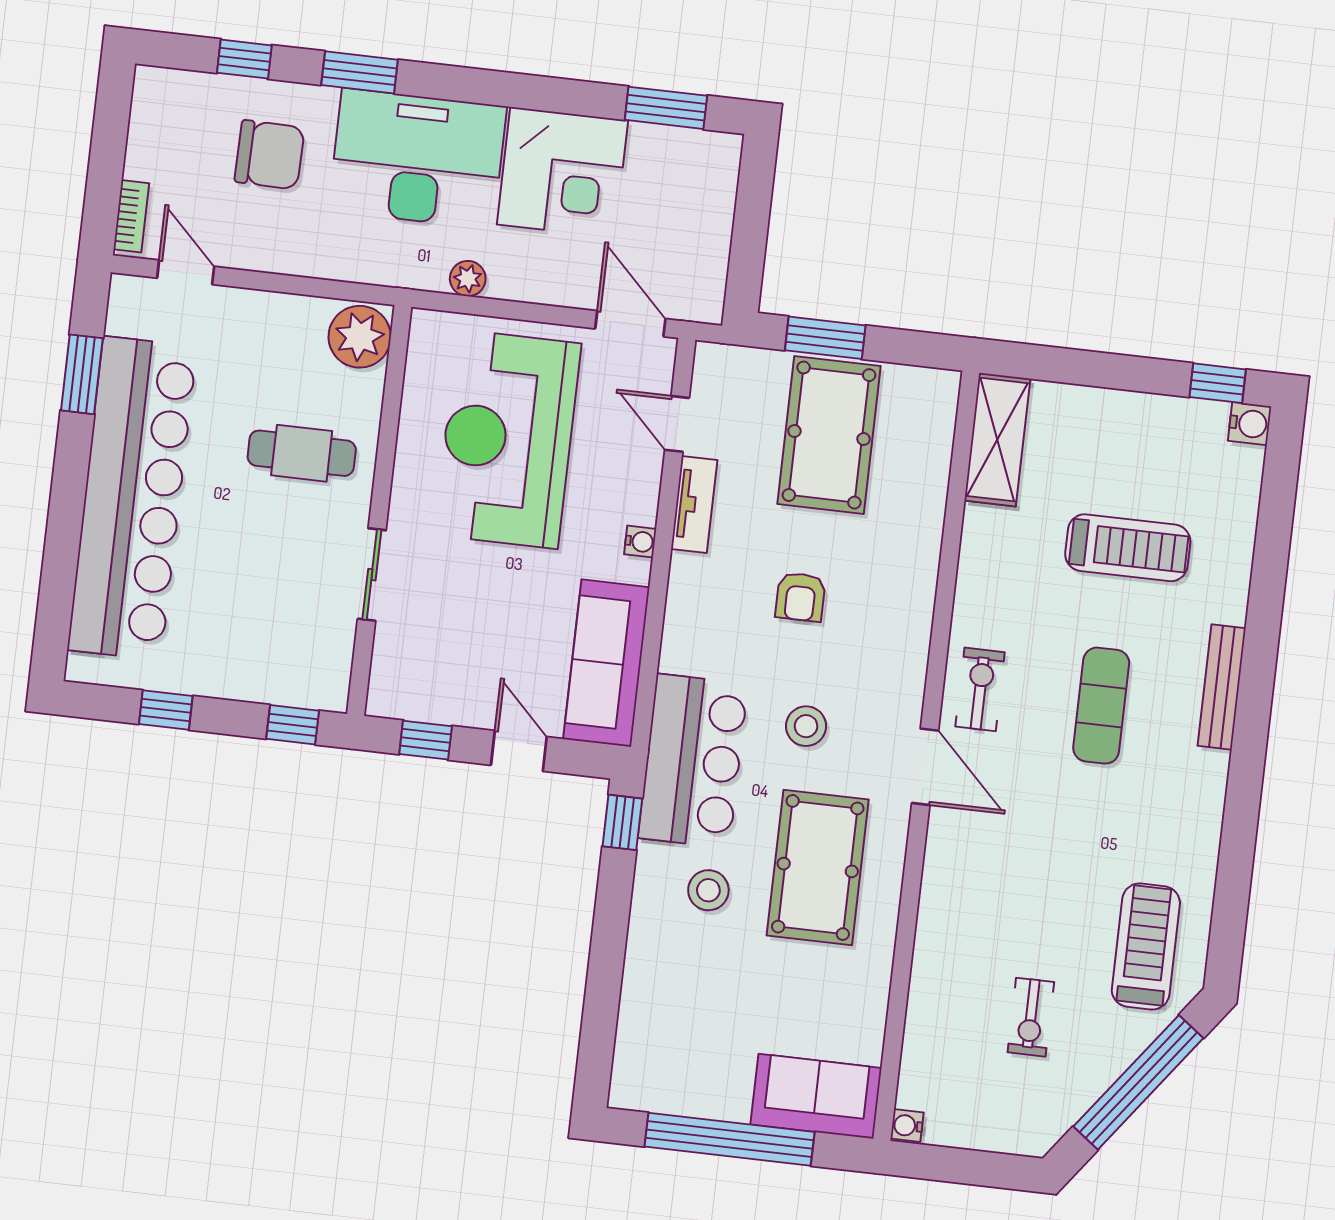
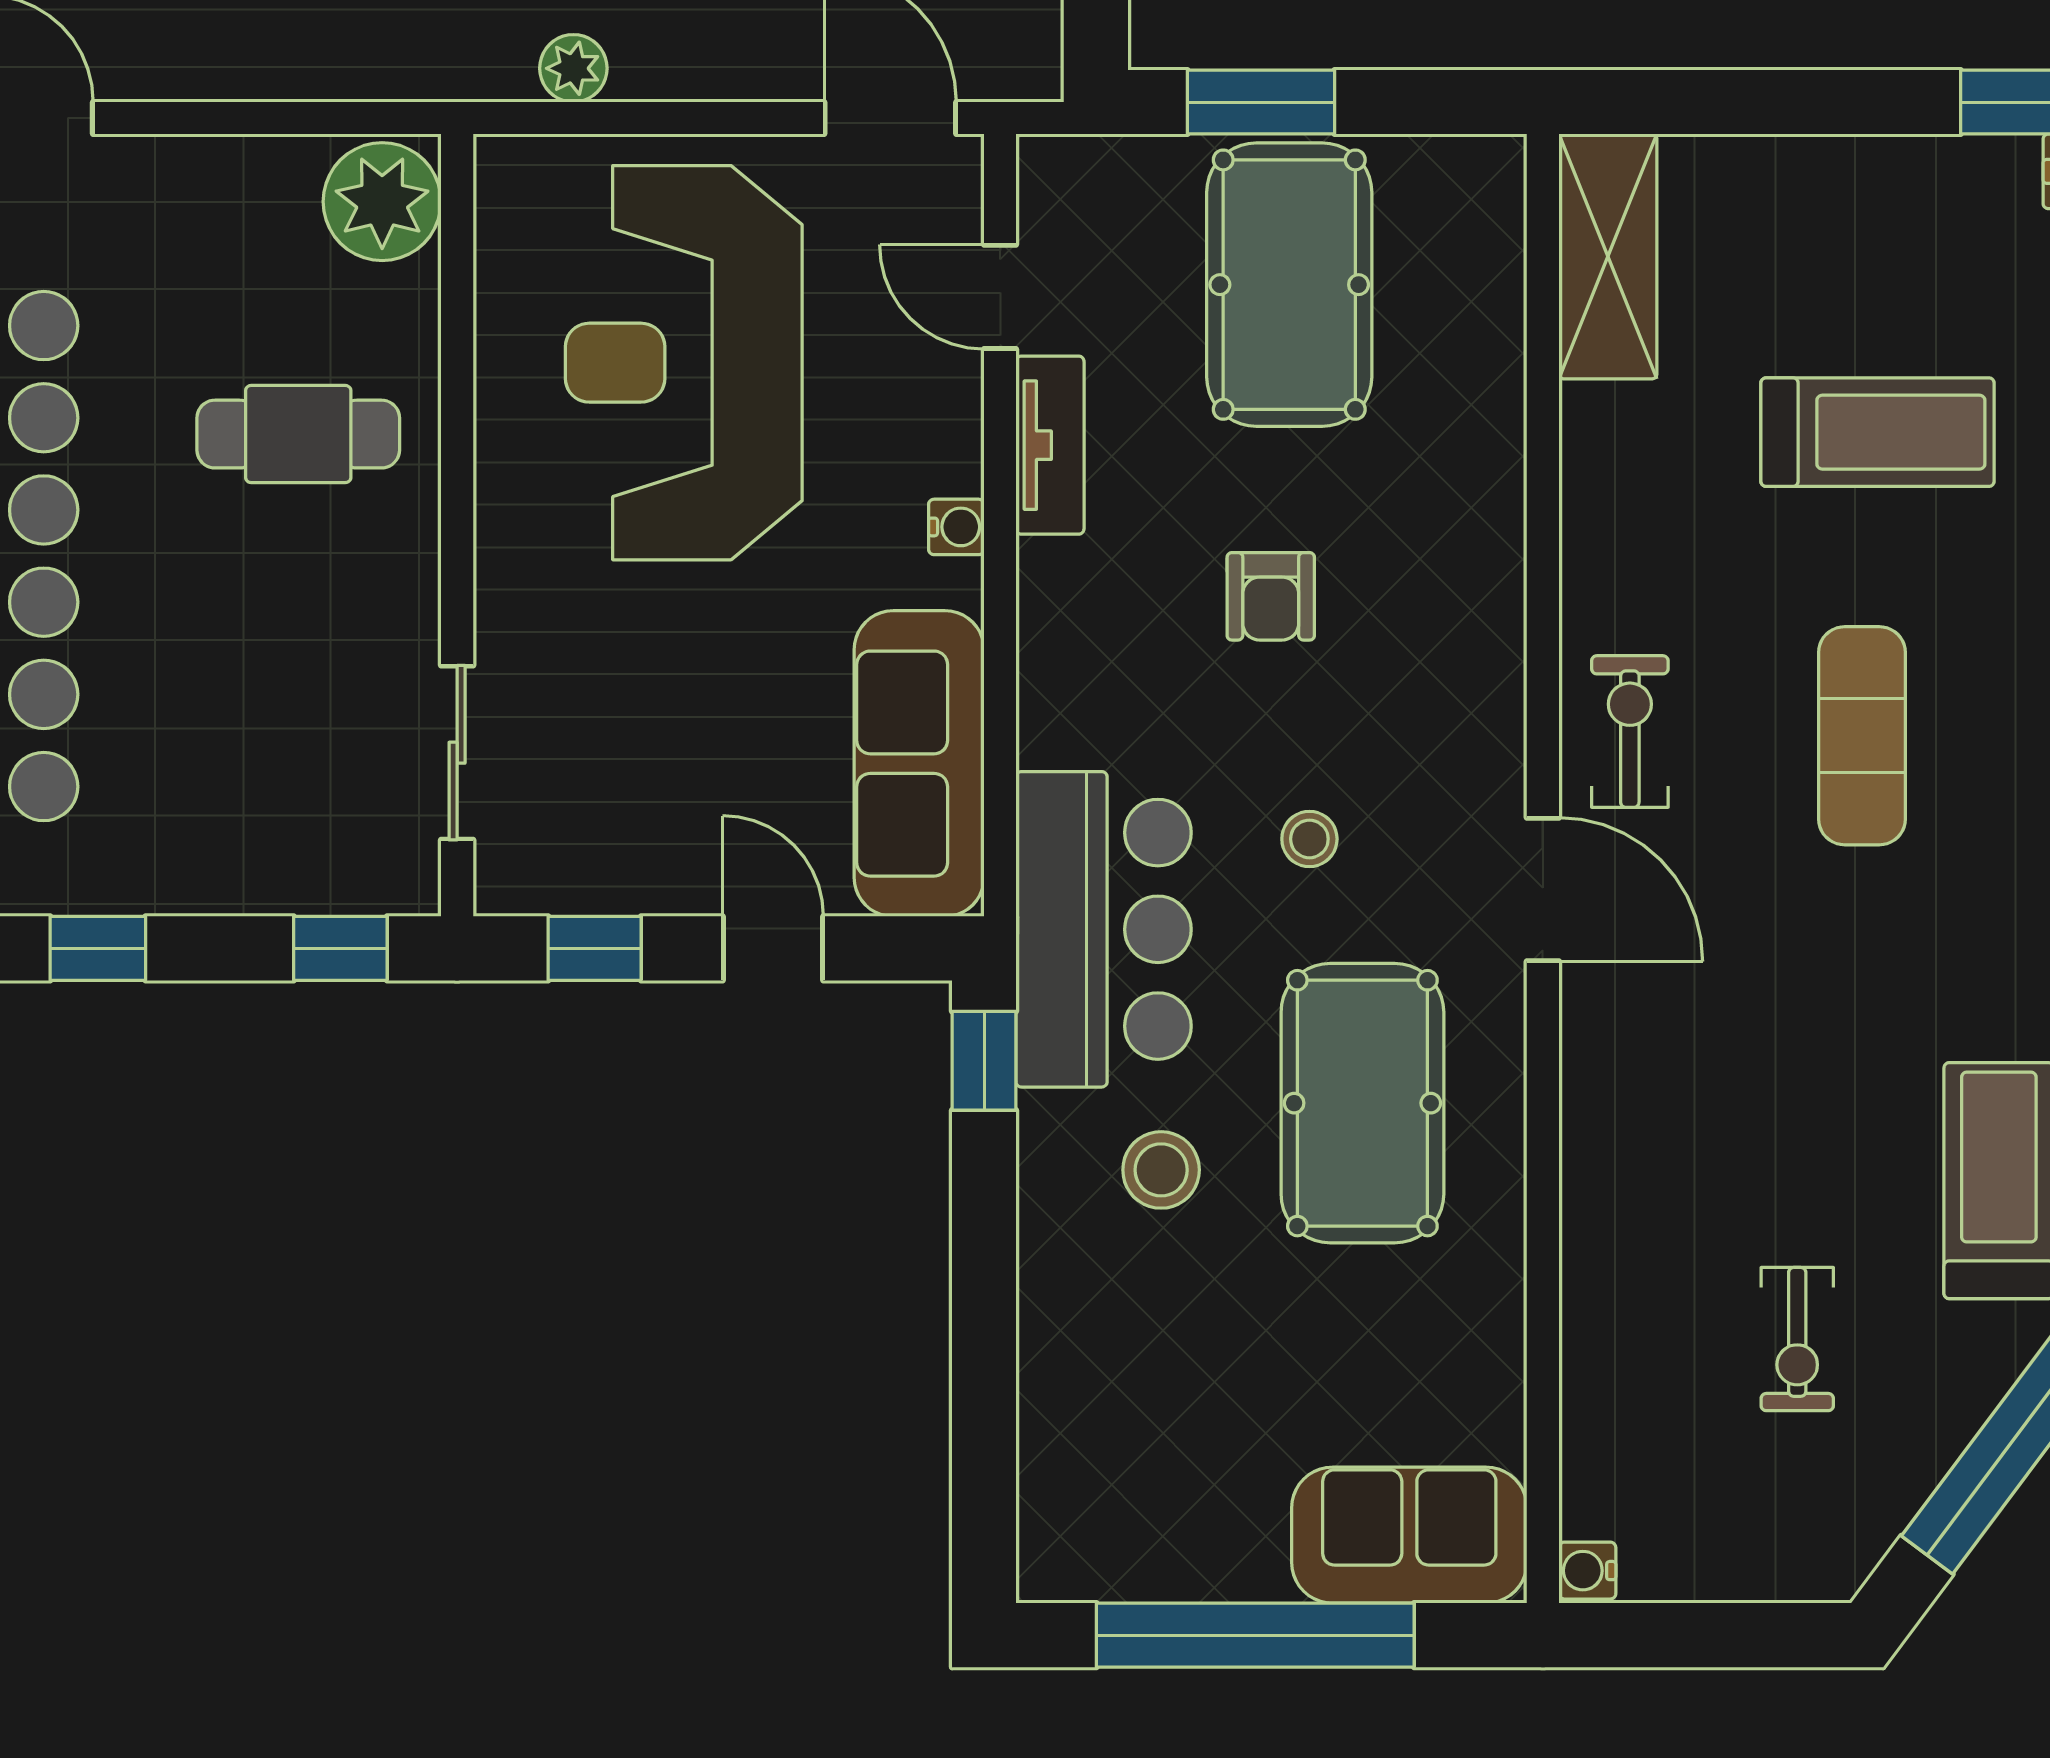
sliding door: (372, 575) -> (457, 753), moved
stool: (806, 726) -> (1309, 839), width x0.73, depth x0.73

